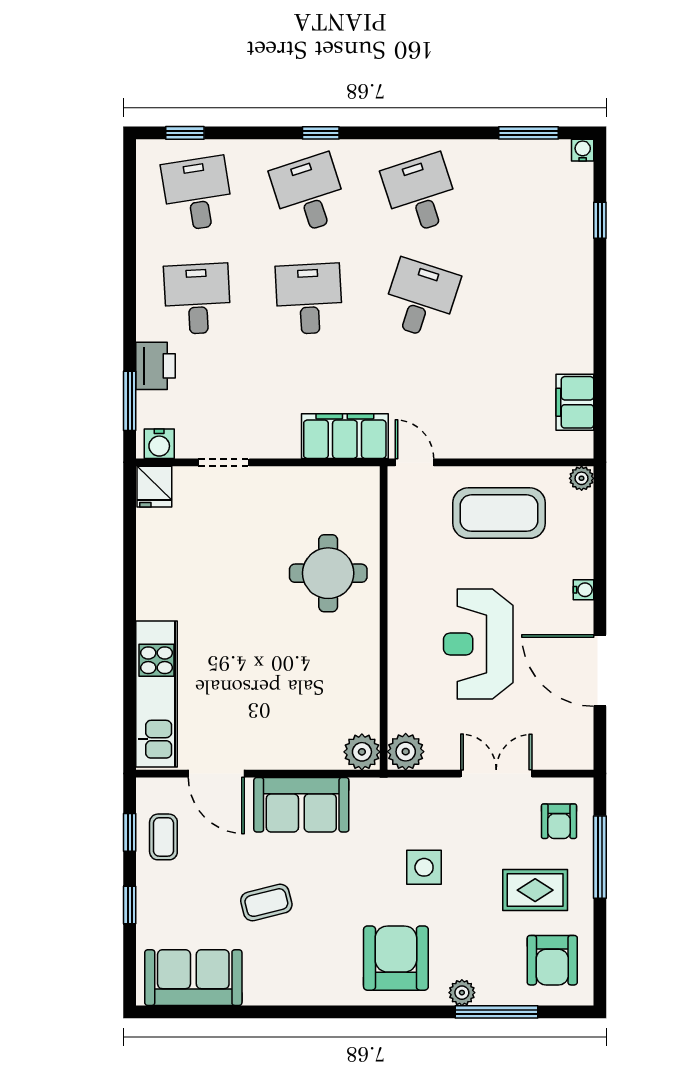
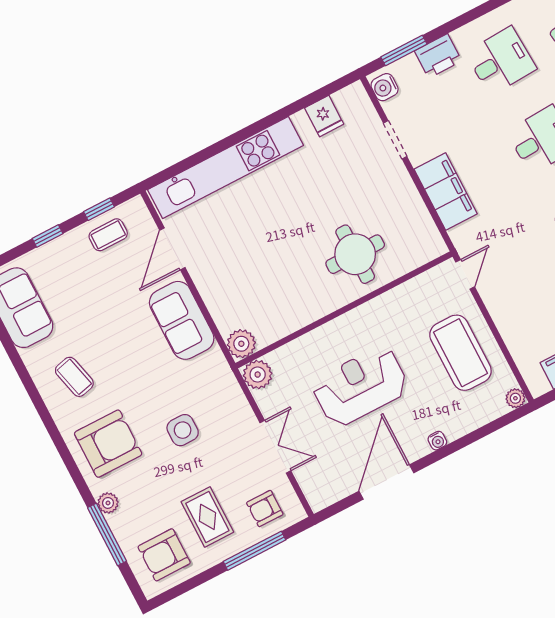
filing cabinet: (345, 436) -> (446, 191), moved
fridge: (154, 487) -> (324, 116), moved, turned -90
kitchen unit: (157, 694) -> (226, 167), width x1.36
coffee table: (266, 903) -> (74, 377), moved

